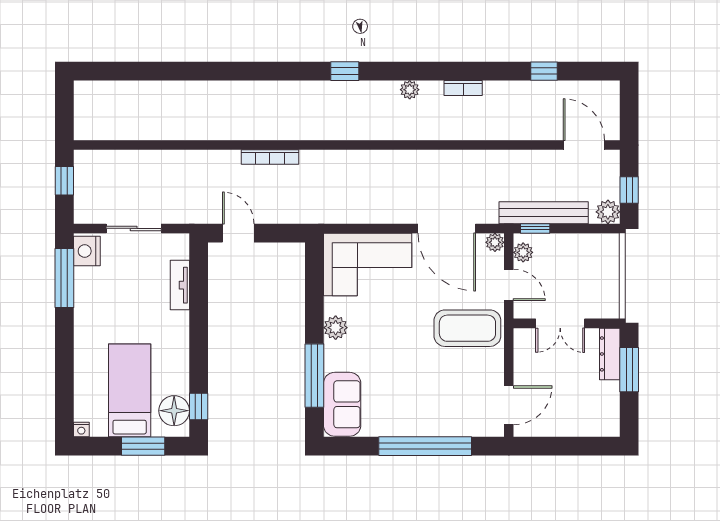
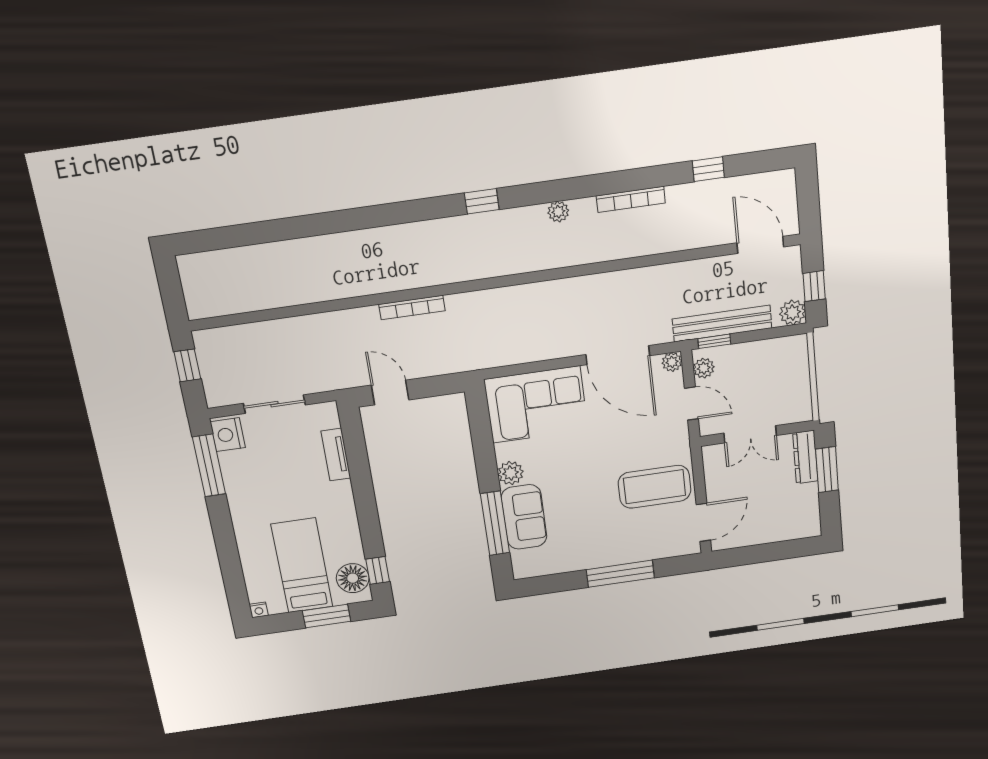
bookcase: (463, 88) -> (631, 199), width x1.56
coffee table: (467, 328) -> (654, 487), moved
sofa: (342, 404) -> (524, 517), moved
window: (425, 446) -> (620, 574), width x0.68

